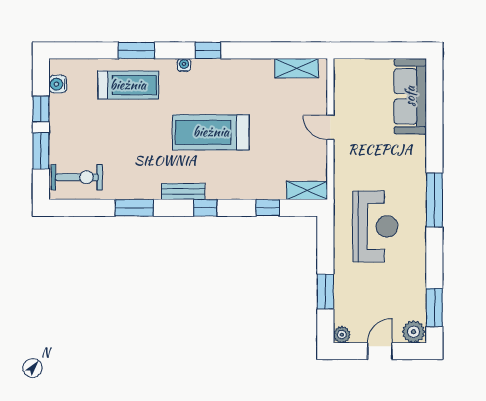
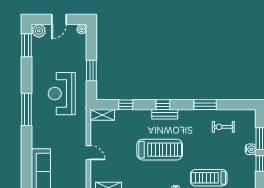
water cooler: (58, 84) -> (251, 149), moved
exercise bike: (77, 177) -> (223, 127), moved, width x0.73, depth x0.72
bench: (183, 192) -> (165, 114), moved
window: (325, 291) -> (91, 70), moved

